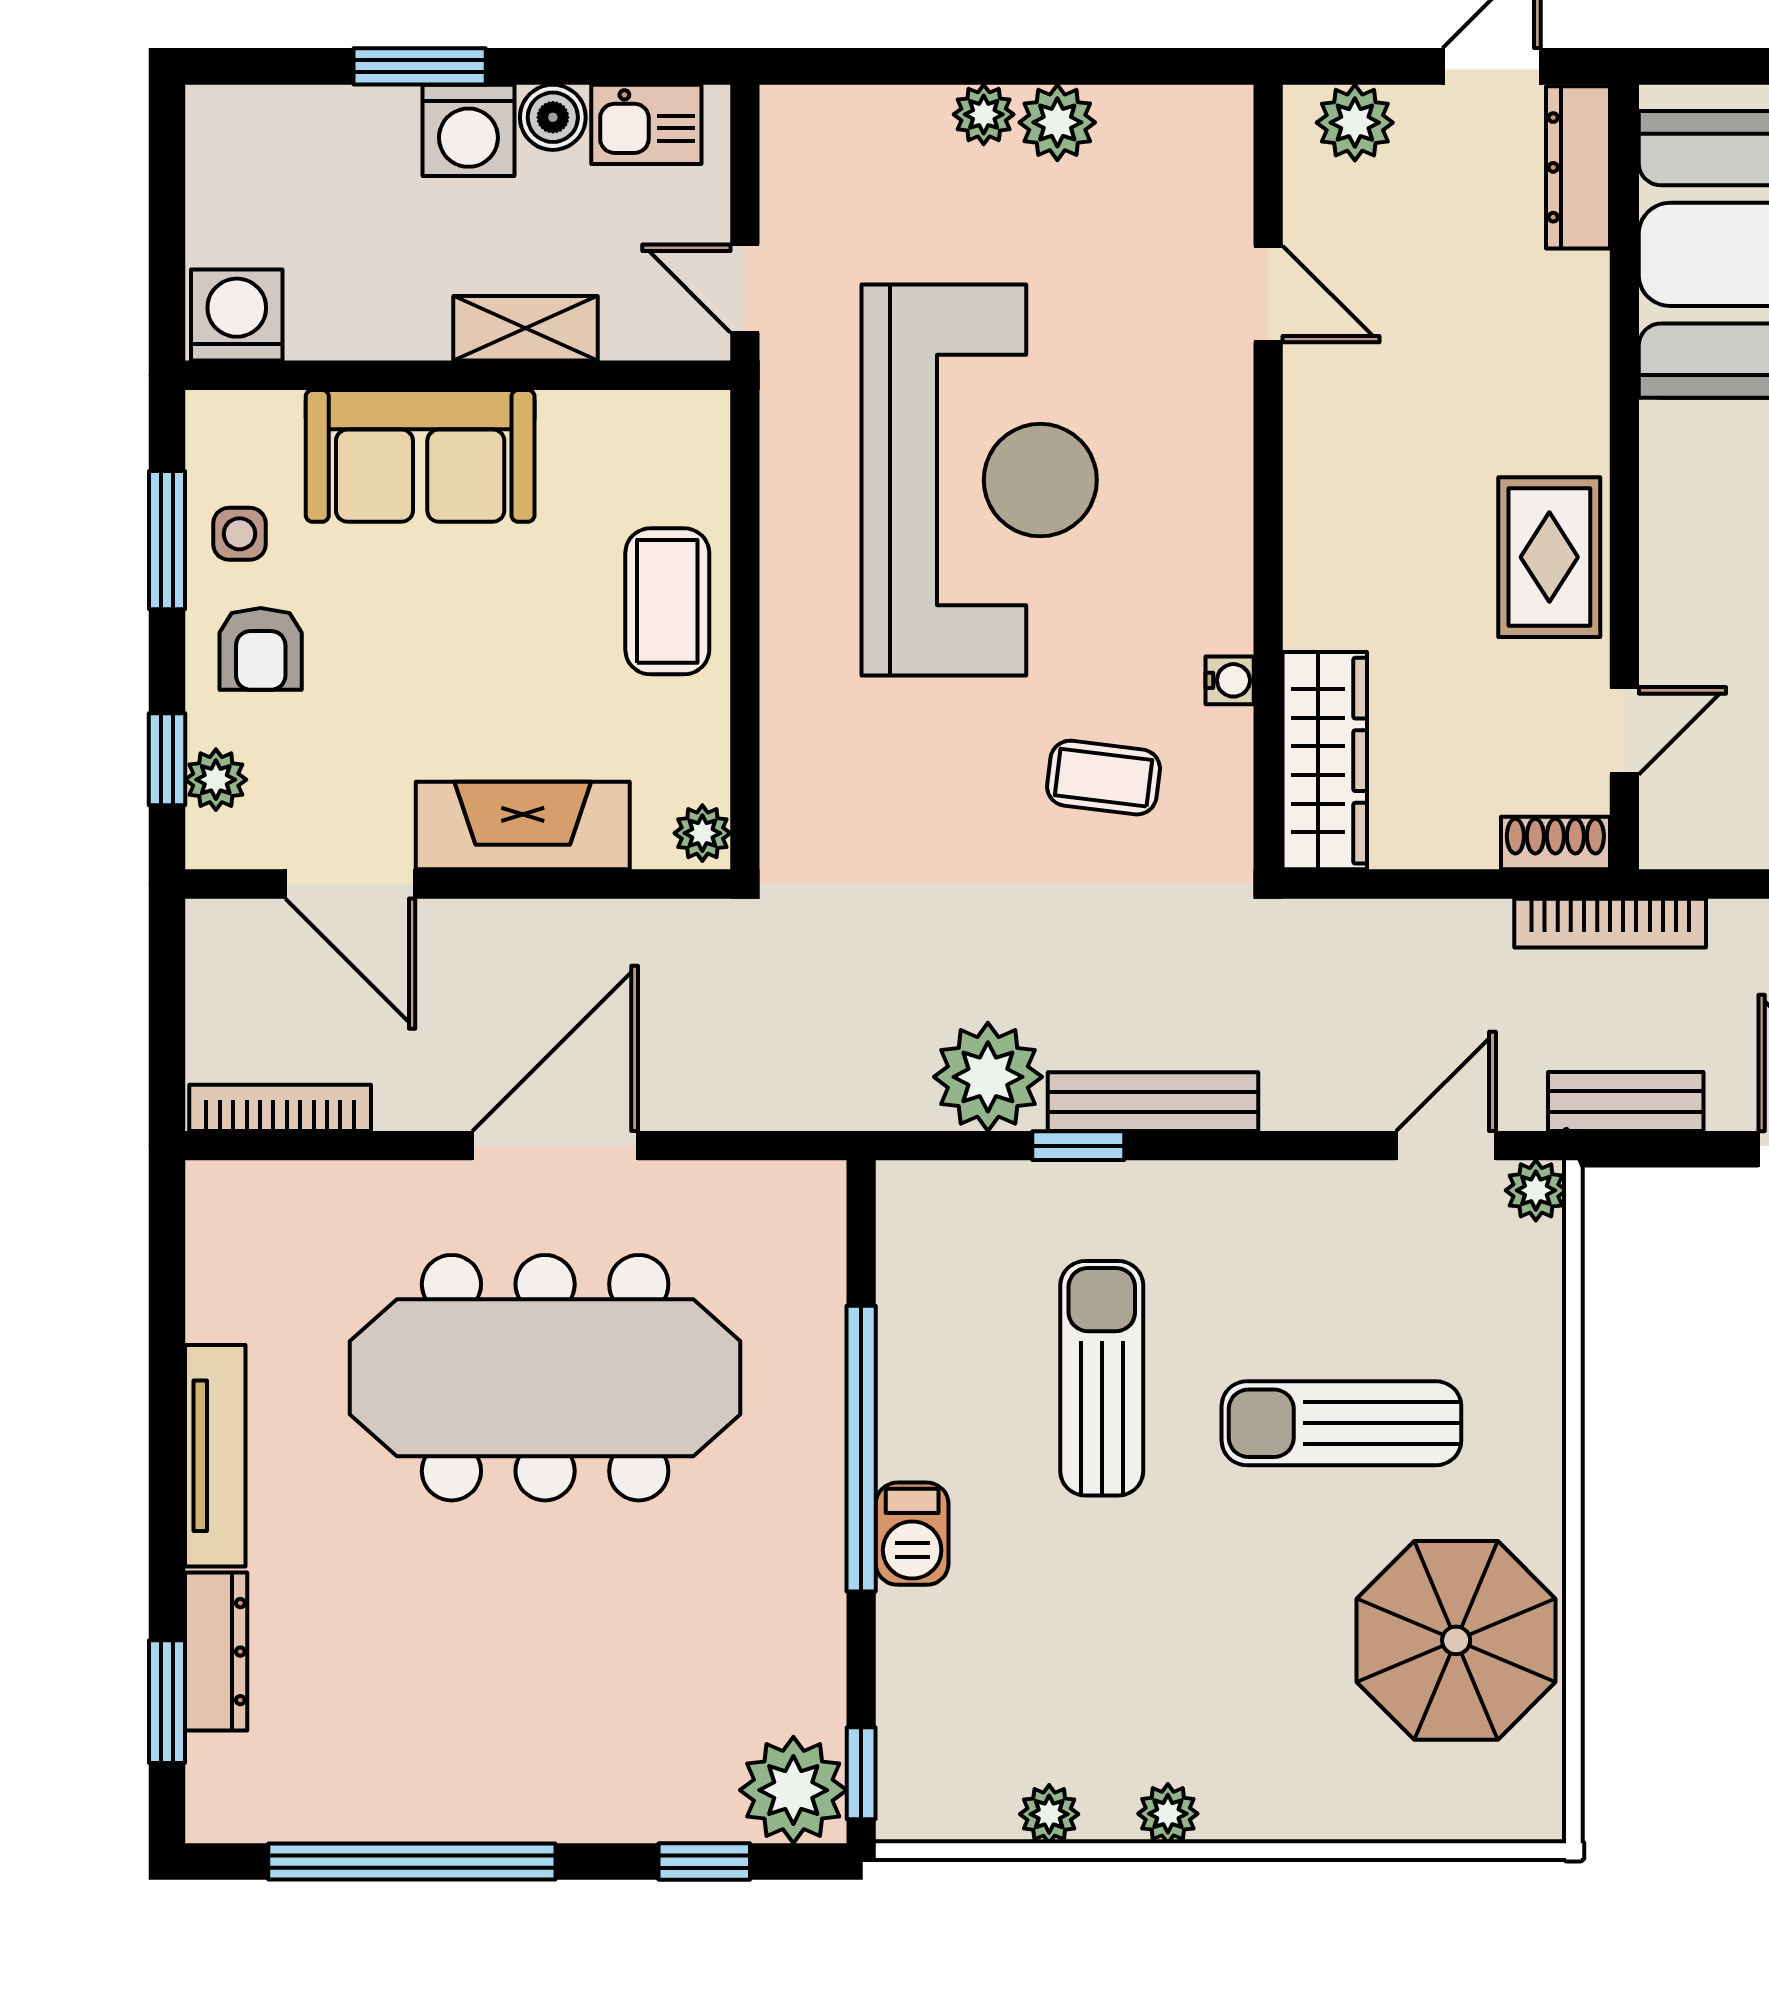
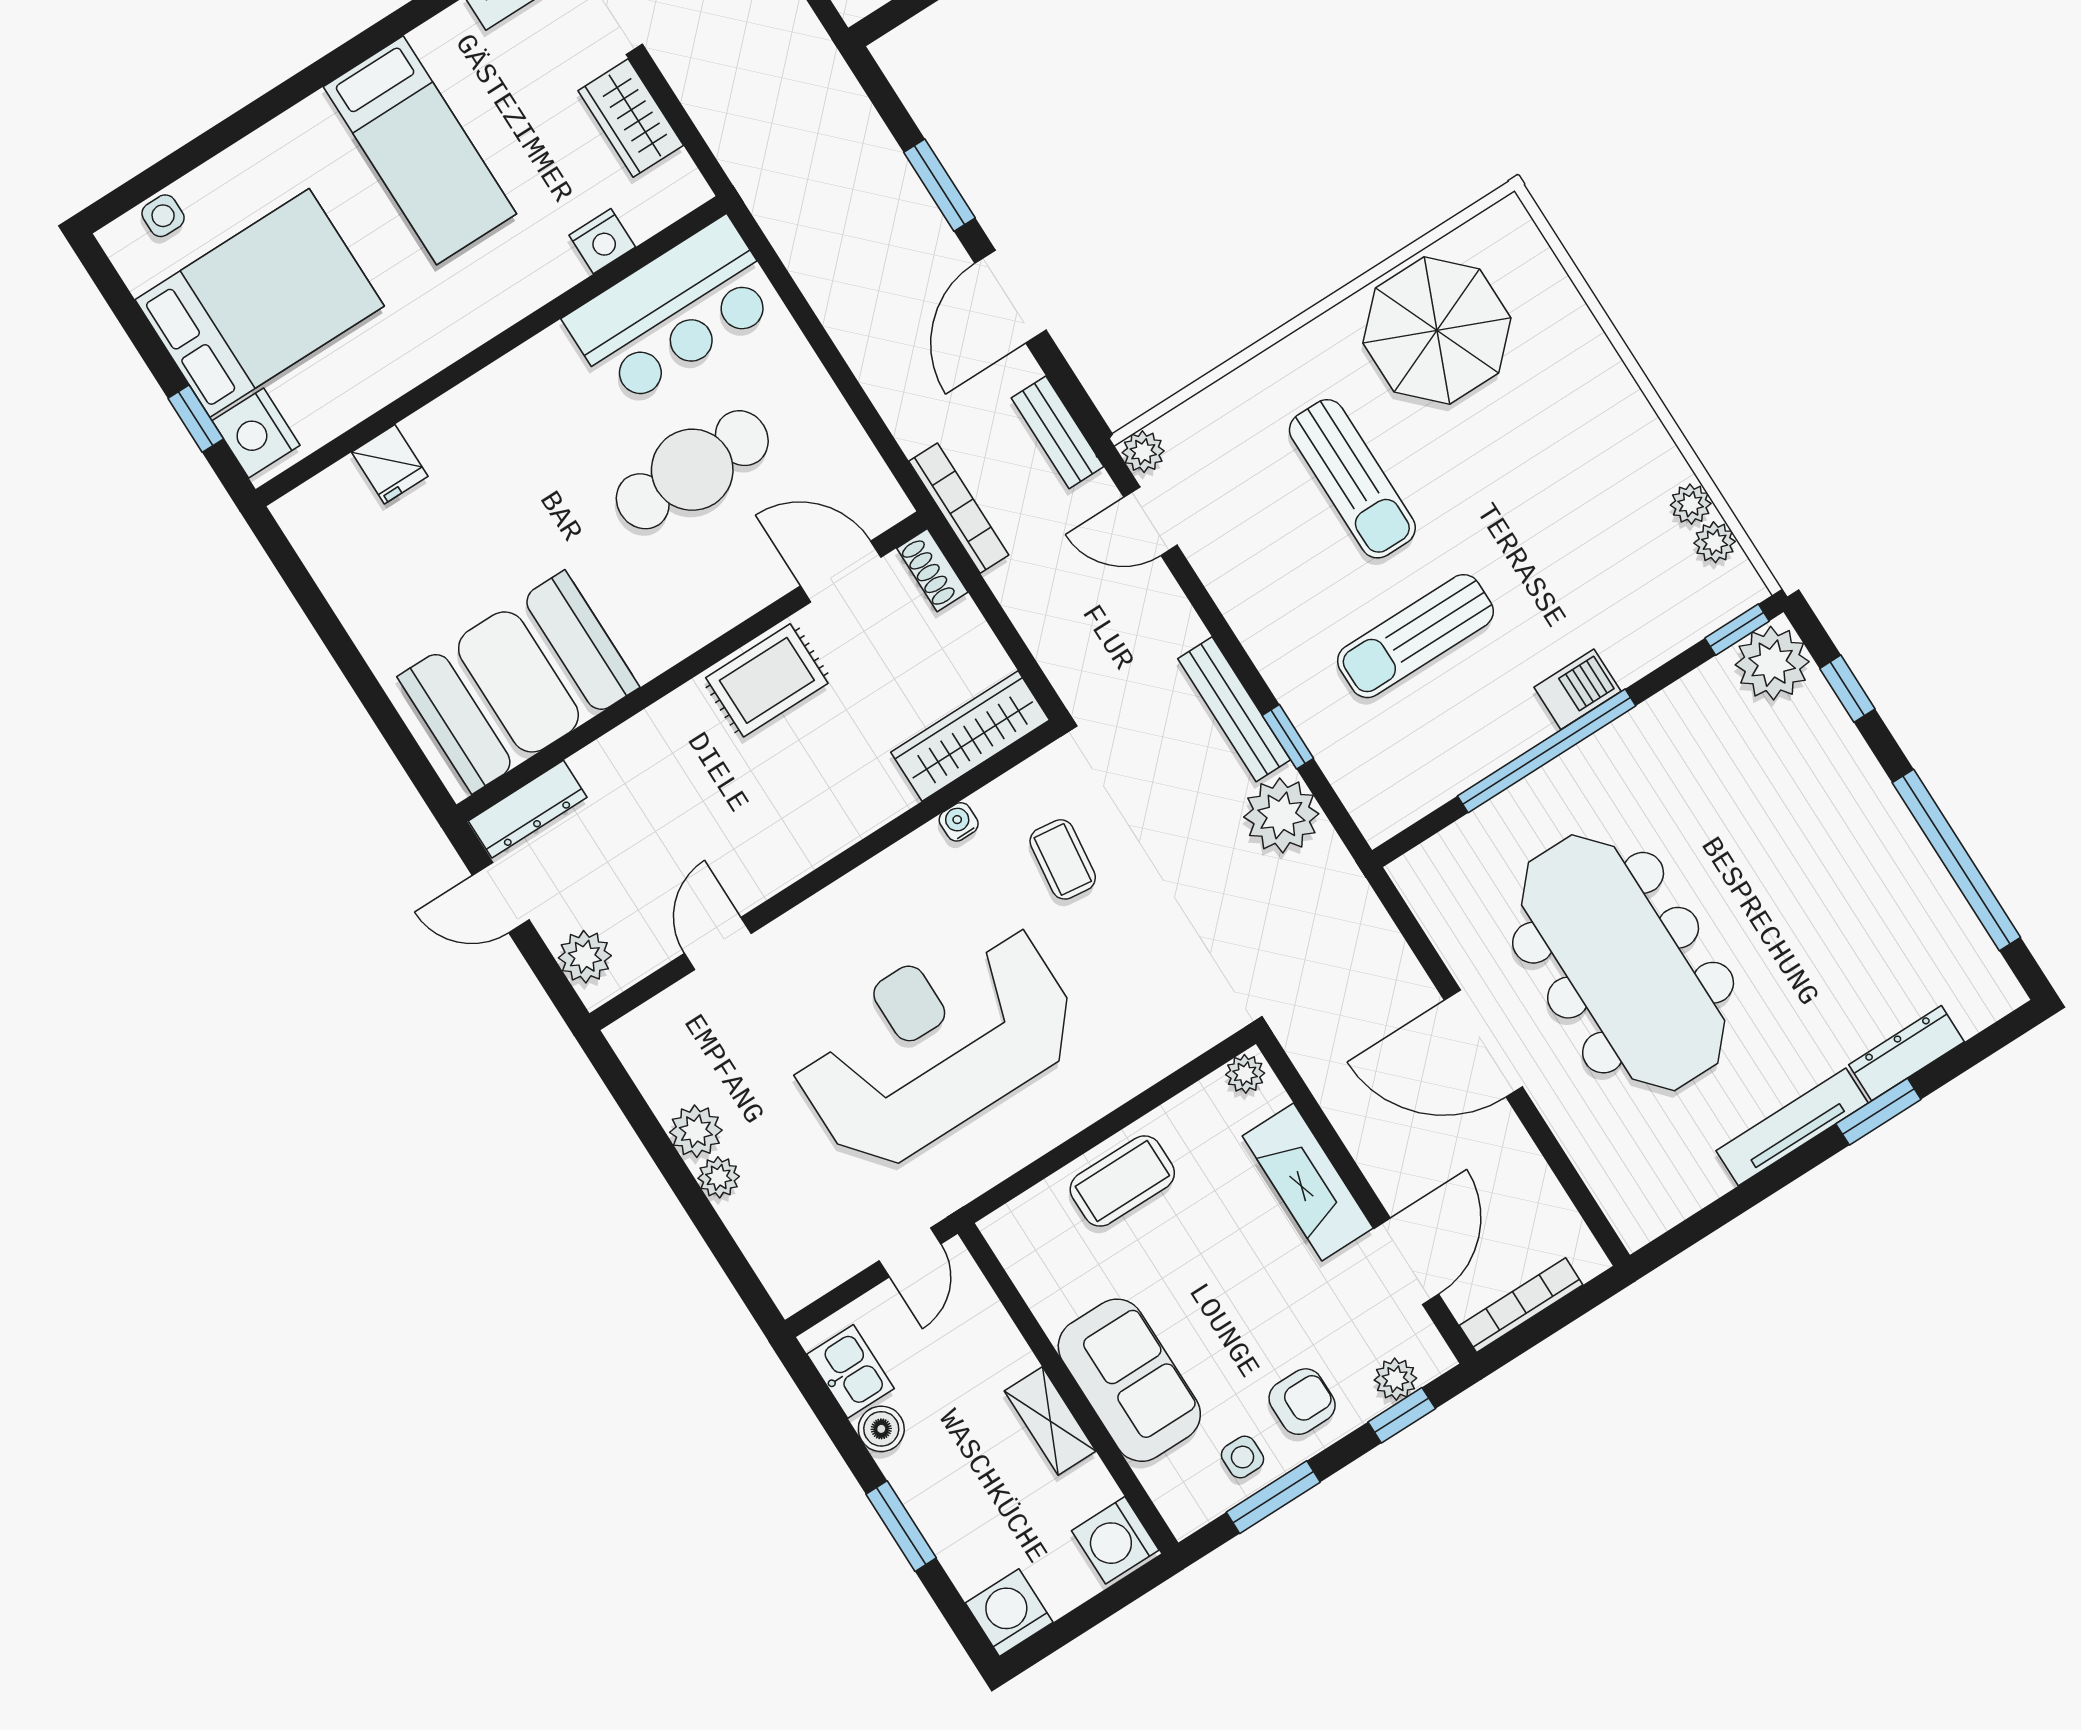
washing machine: (468, 130) -> (1009, 1613), moved, turned -90
shelving: (526, 328) -> (1050, 1421), moved
door: (1624, 731) -> (841, 572), width x1.38
bookcase: (280, 1108) -> (1521, 1305), moved, turned 90
window: (167, 1702) -> (1878, 1112), moved
plant: (1168, 1814) -> (1715, 542), moved

